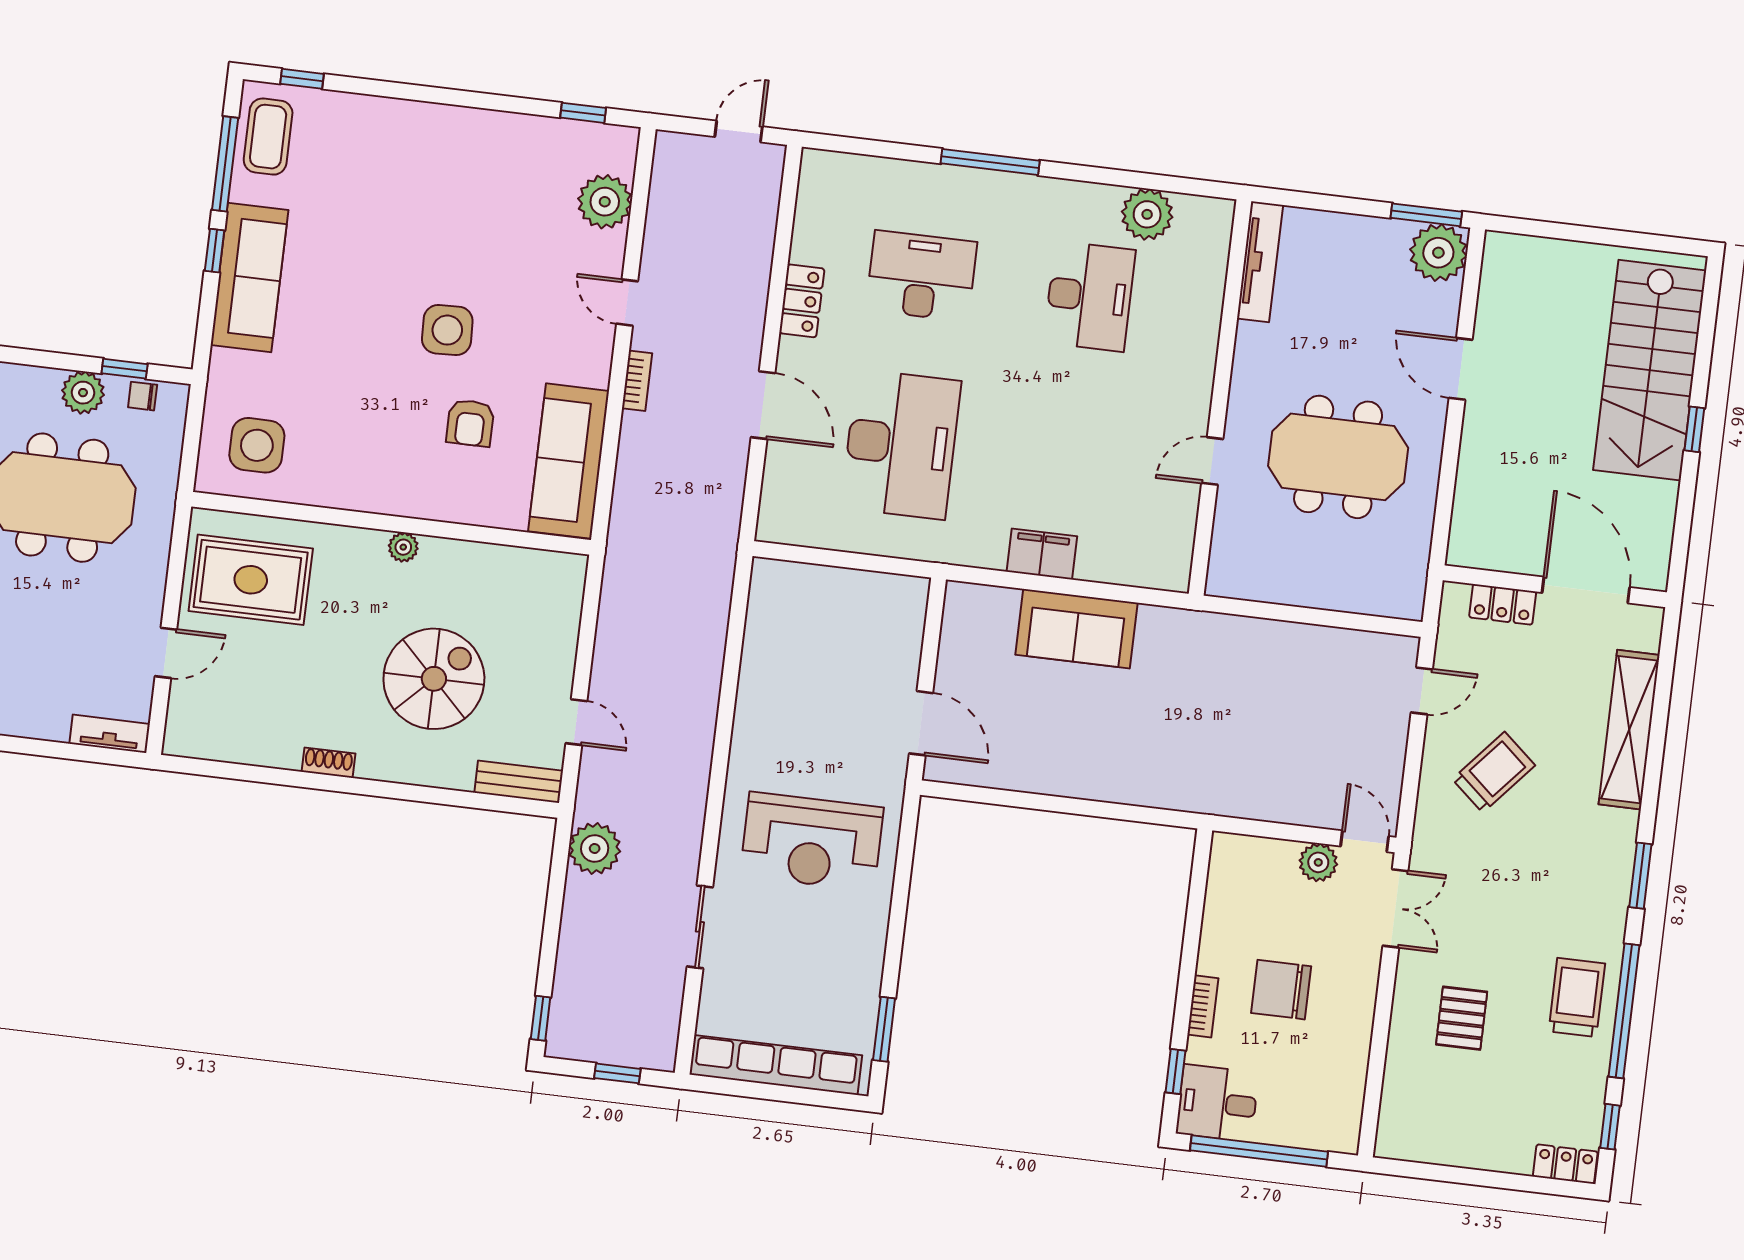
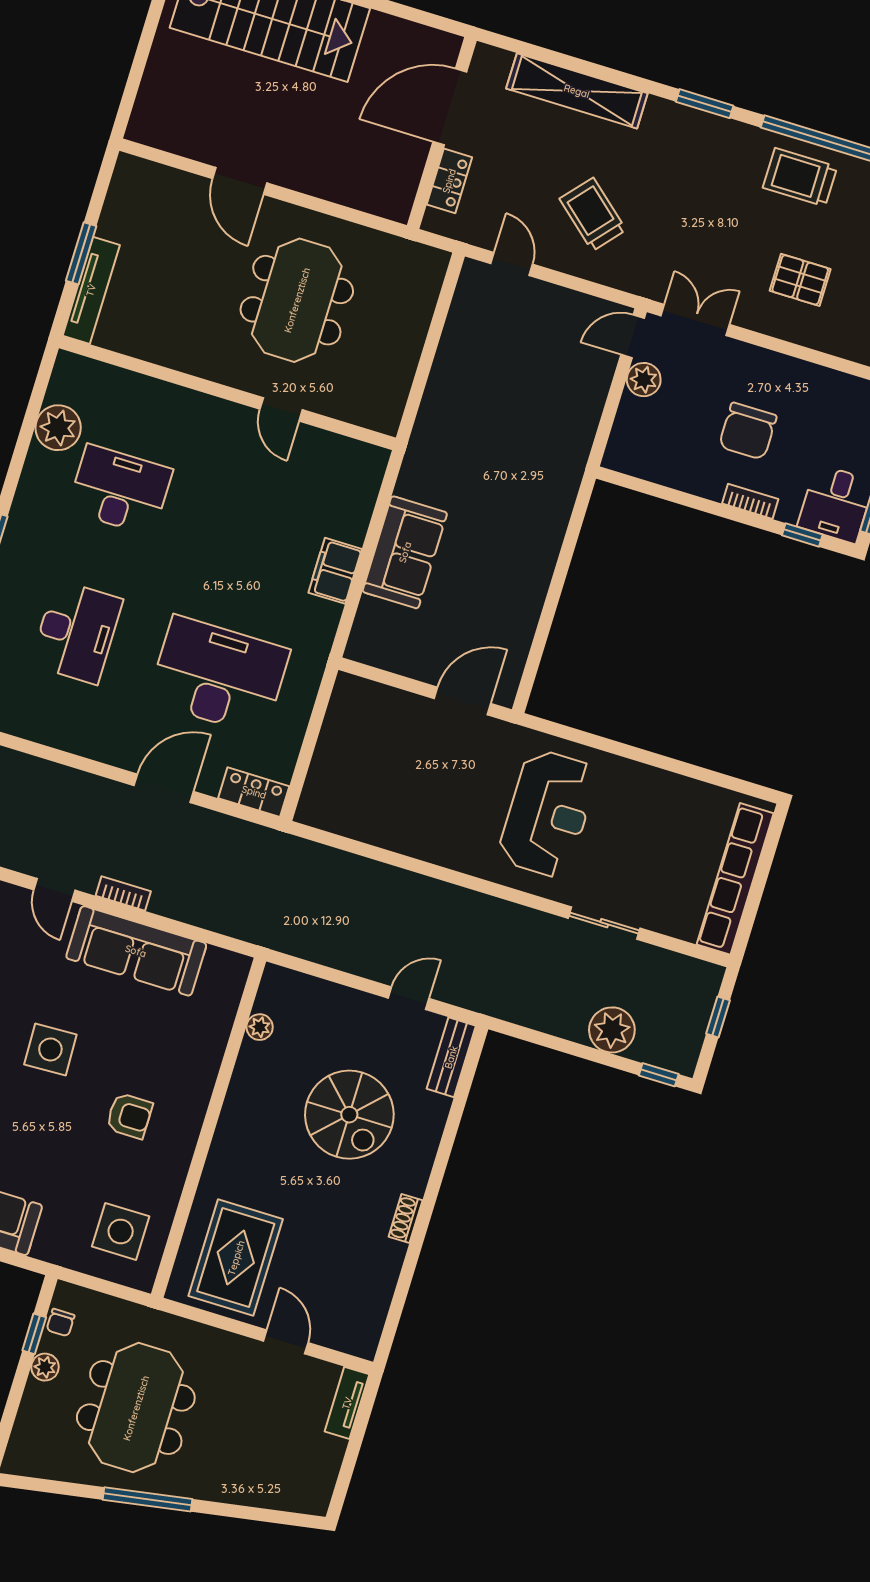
window: (1426, 215) -> (81, 253), moved
plant: (1438, 253) -> (136, 182), removed
tv unit: (1260, 262) -> (91, 290), moved, turned 90
desk: (921, 276) -> (77, 632), turned 180
locker: (802, 301) -> (254, 792), moved
door: (627, 303) -> (54, 890), hinge flipped
door: (1461, 369) -> (240, 181), hinge flipped
plant: (83, 393) -> (45, 1367), width x0.73, depth x0.73
armchair: (470, 423) -> (129, 1116), moved
sofa: (569, 461) -> (136, 951), moved
plant: (403, 547) -> (260, 1027), moved
spiral stairs: (434, 679) -> (349, 1115), turned 180
plant: (595, 848) -> (612, 1030), moved
window: (884, 1029) -> (721, 780), removed

